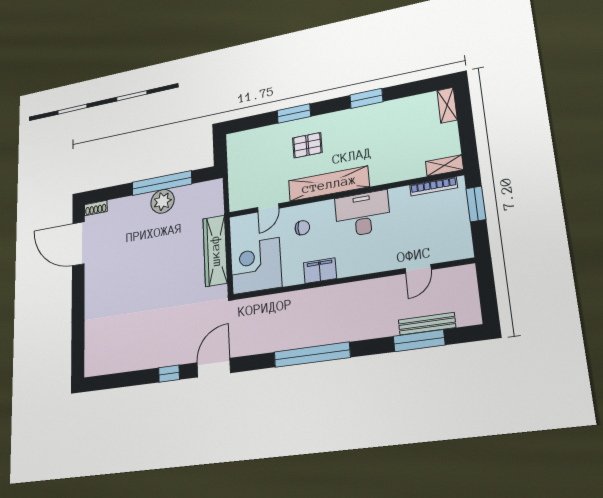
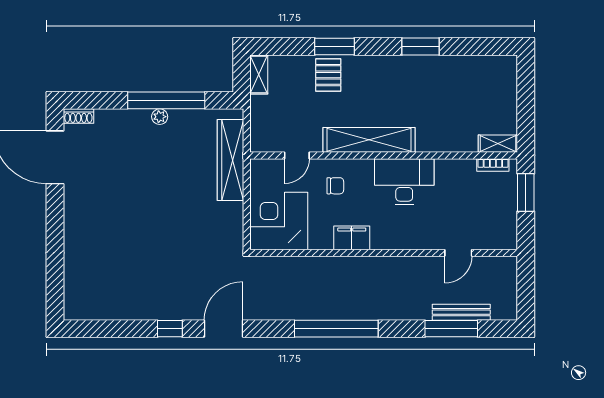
shelving: (447, 105) -> (259, 75), moved
pallet: (307, 145) -> (328, 75), moved, turned 90
bookcase: (434, 186) -> (493, 165), width x0.64
plant: (162, 201) -> (160, 117), width x0.53, depth x0.53
wardrobe: (215, 251) -> (231, 160), moved

